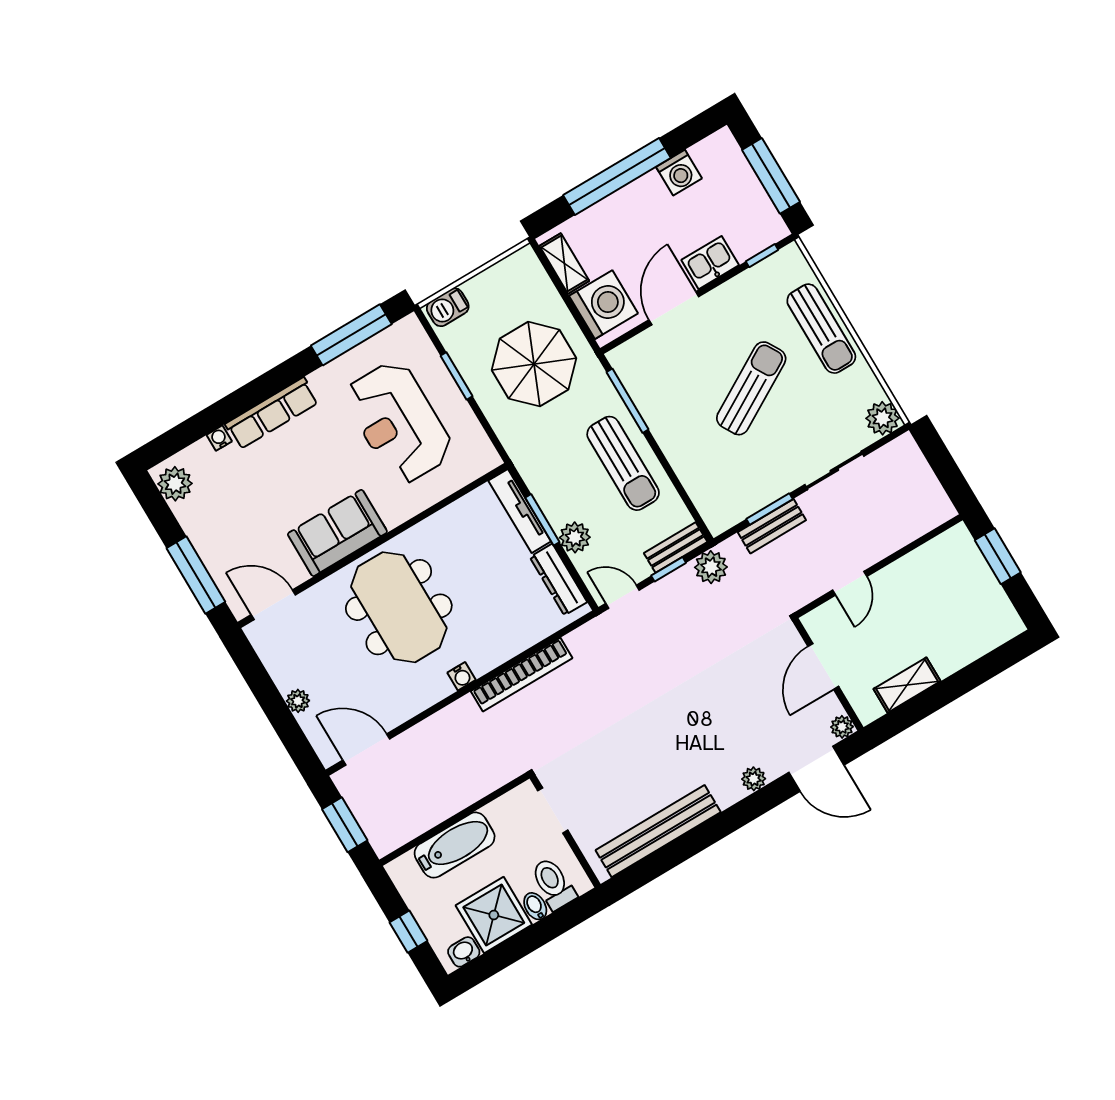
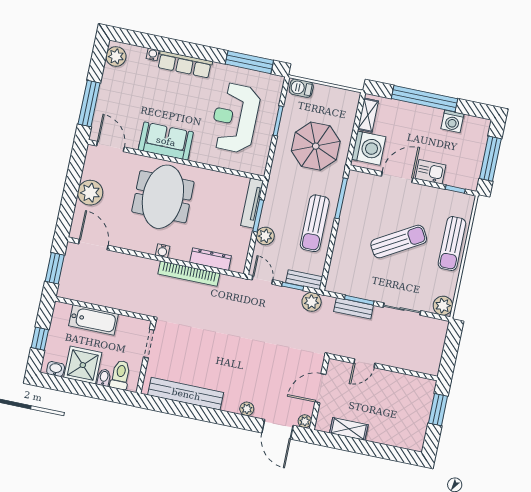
dresser: (558, 580) -> (211, 259), moved, turned 90
plant: (298, 701) -> (90, 193), width x1.88, depth x1.88

